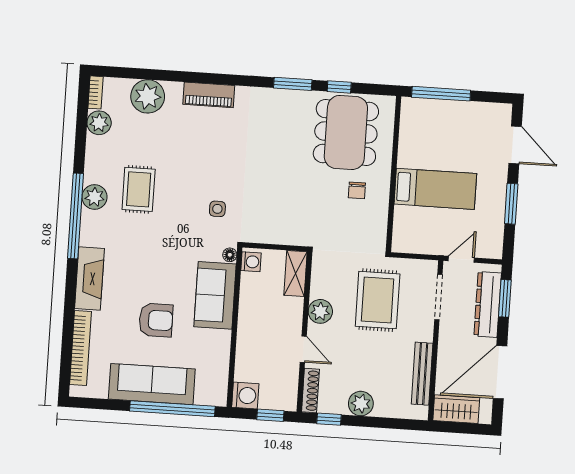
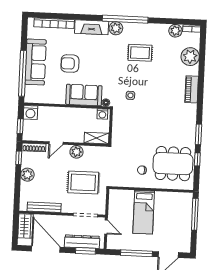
plant: (95, 197) -> (116, 28), moved
window: (511, 204) -> (137, 253), width x1.44
armchair: (156, 320) -> (70, 64), turned 90

